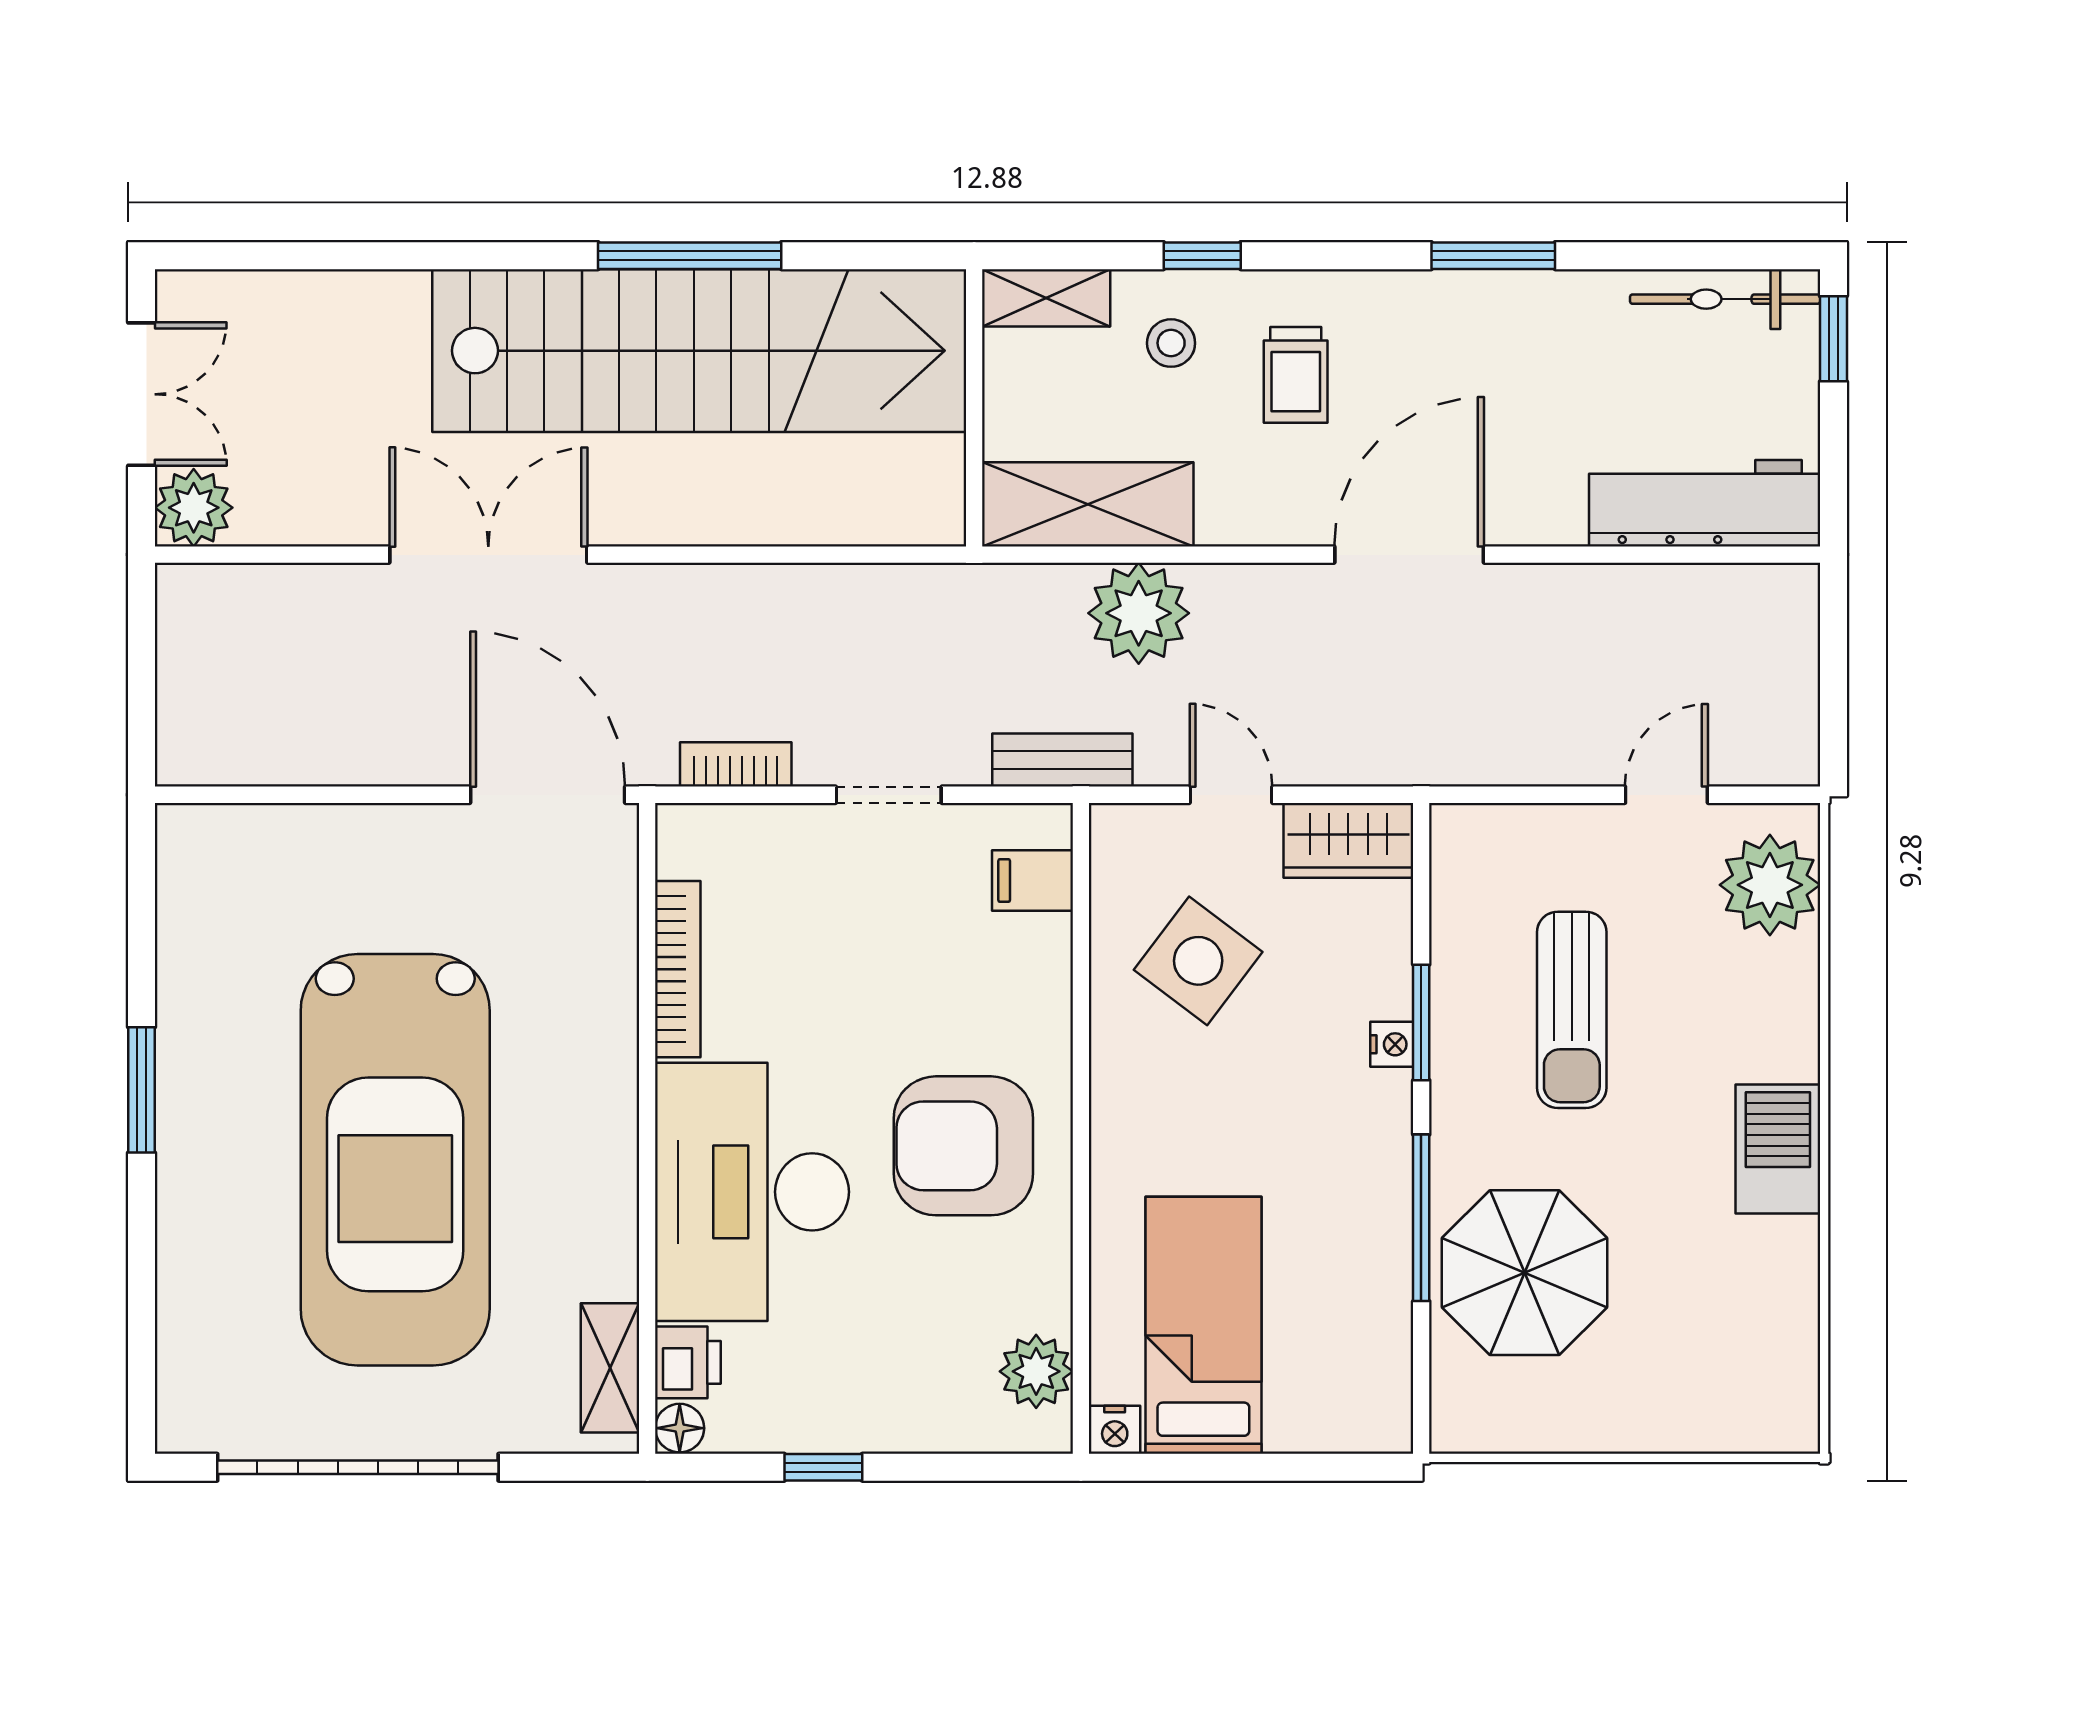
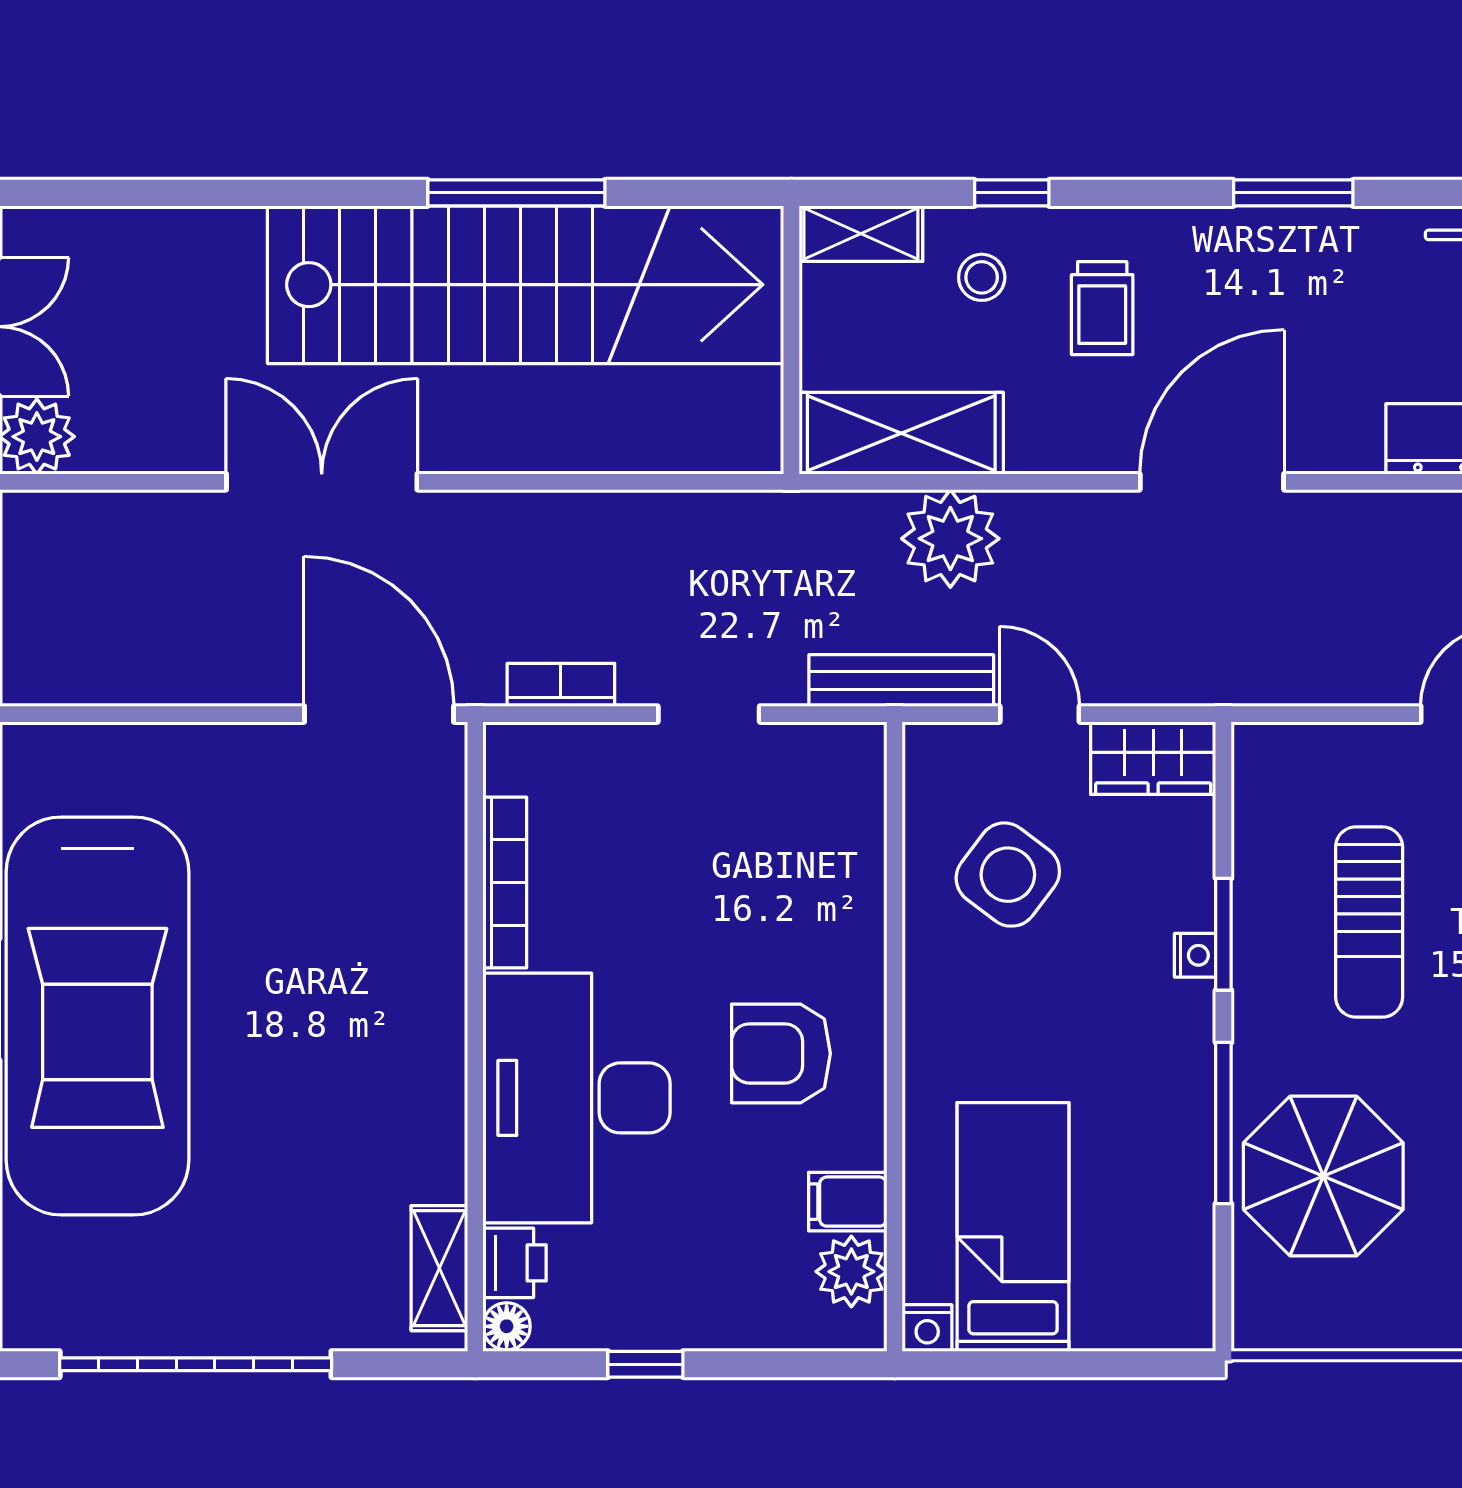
bench: (1062, 760) -> (901, 680), width x1.36
filing cabinet: (1032, 880) -> (848, 1202), moved
armchair: (963, 1146) -> (781, 1053), width x0.73, depth x0.73
car: (395, 1160) -> (97, 1016), moved

